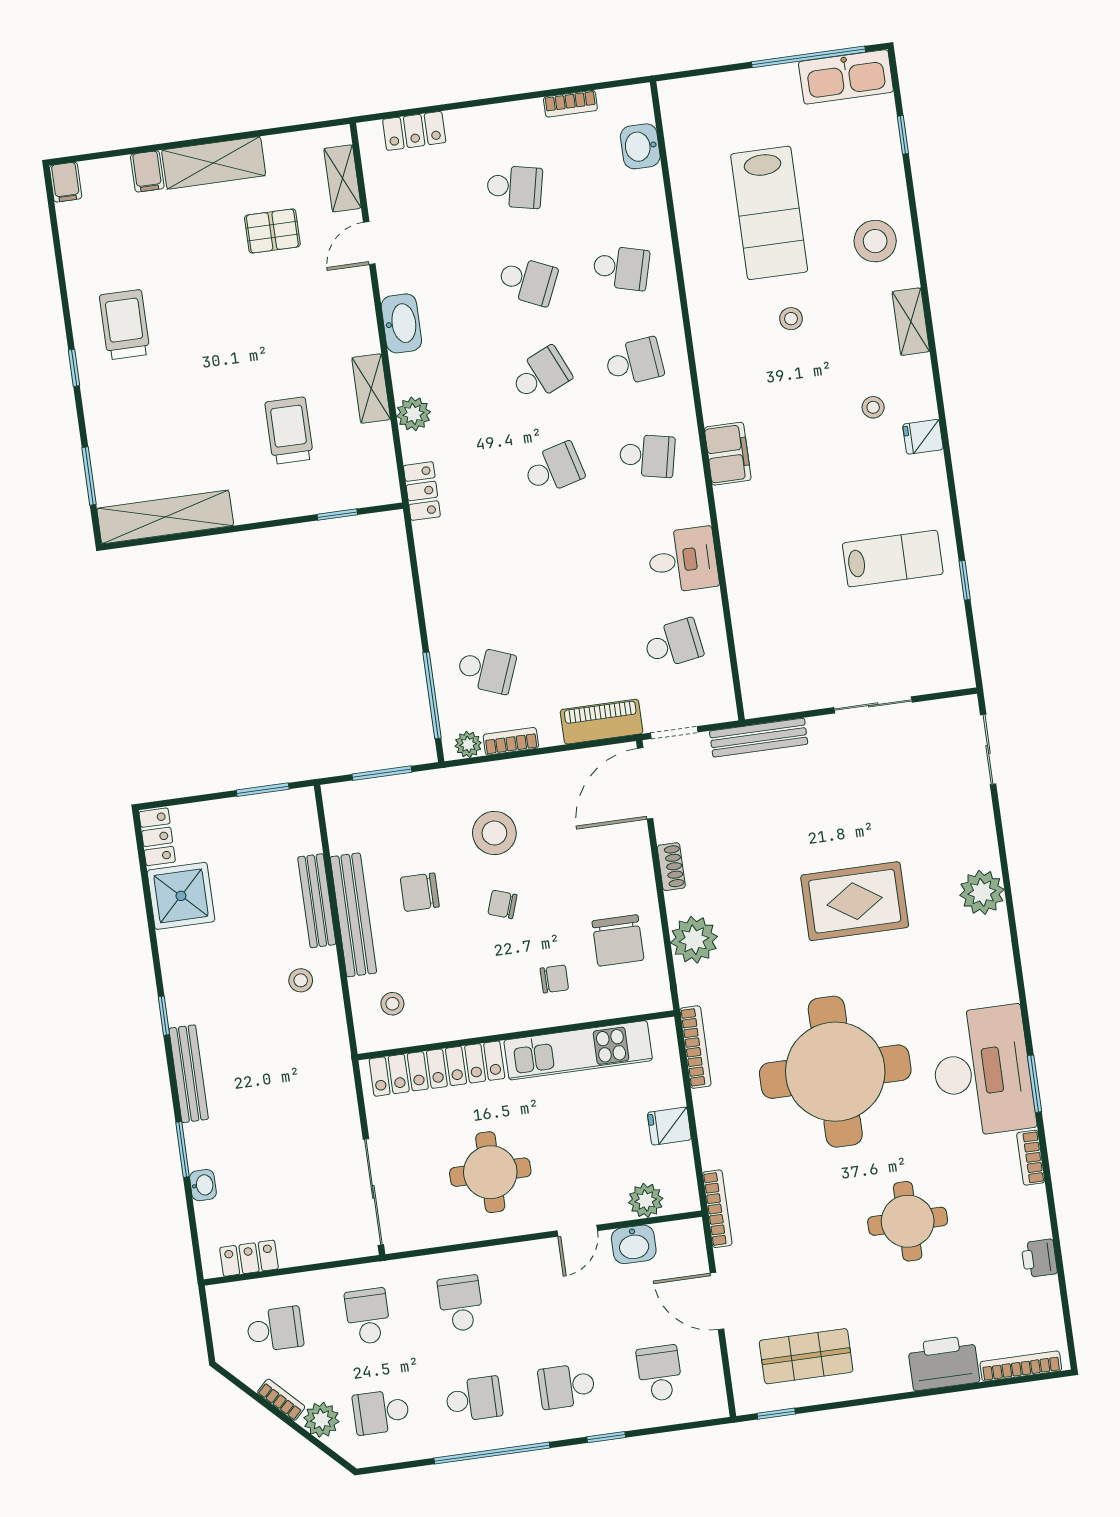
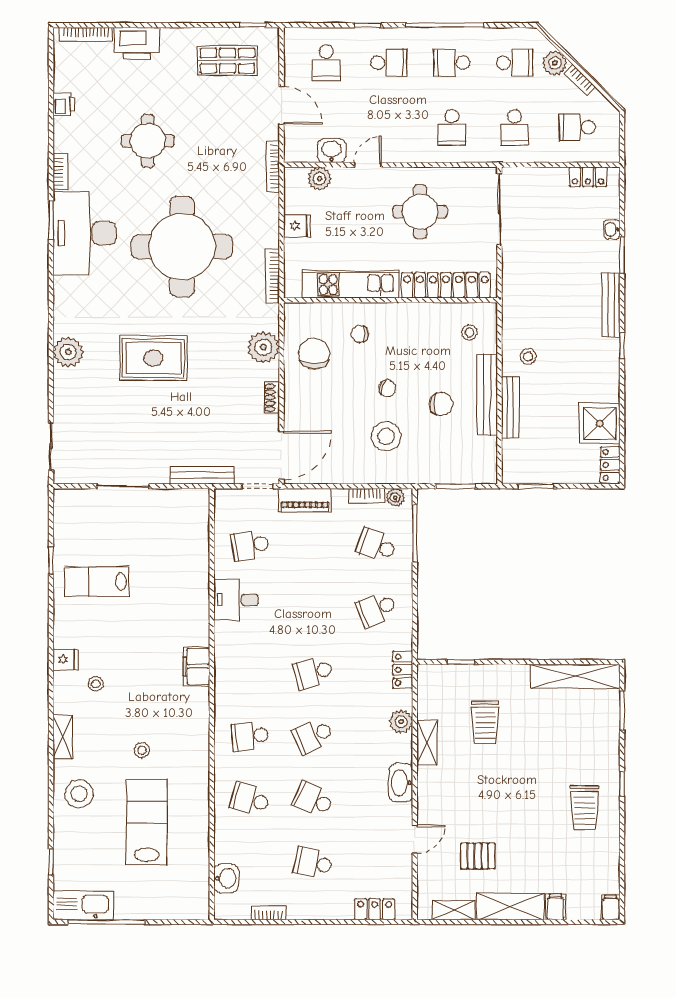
shelving: (342, 178) -> (454, 910), moved, turned 90
school desk: (647, 456) -> (376, 609), moved, turned -33

